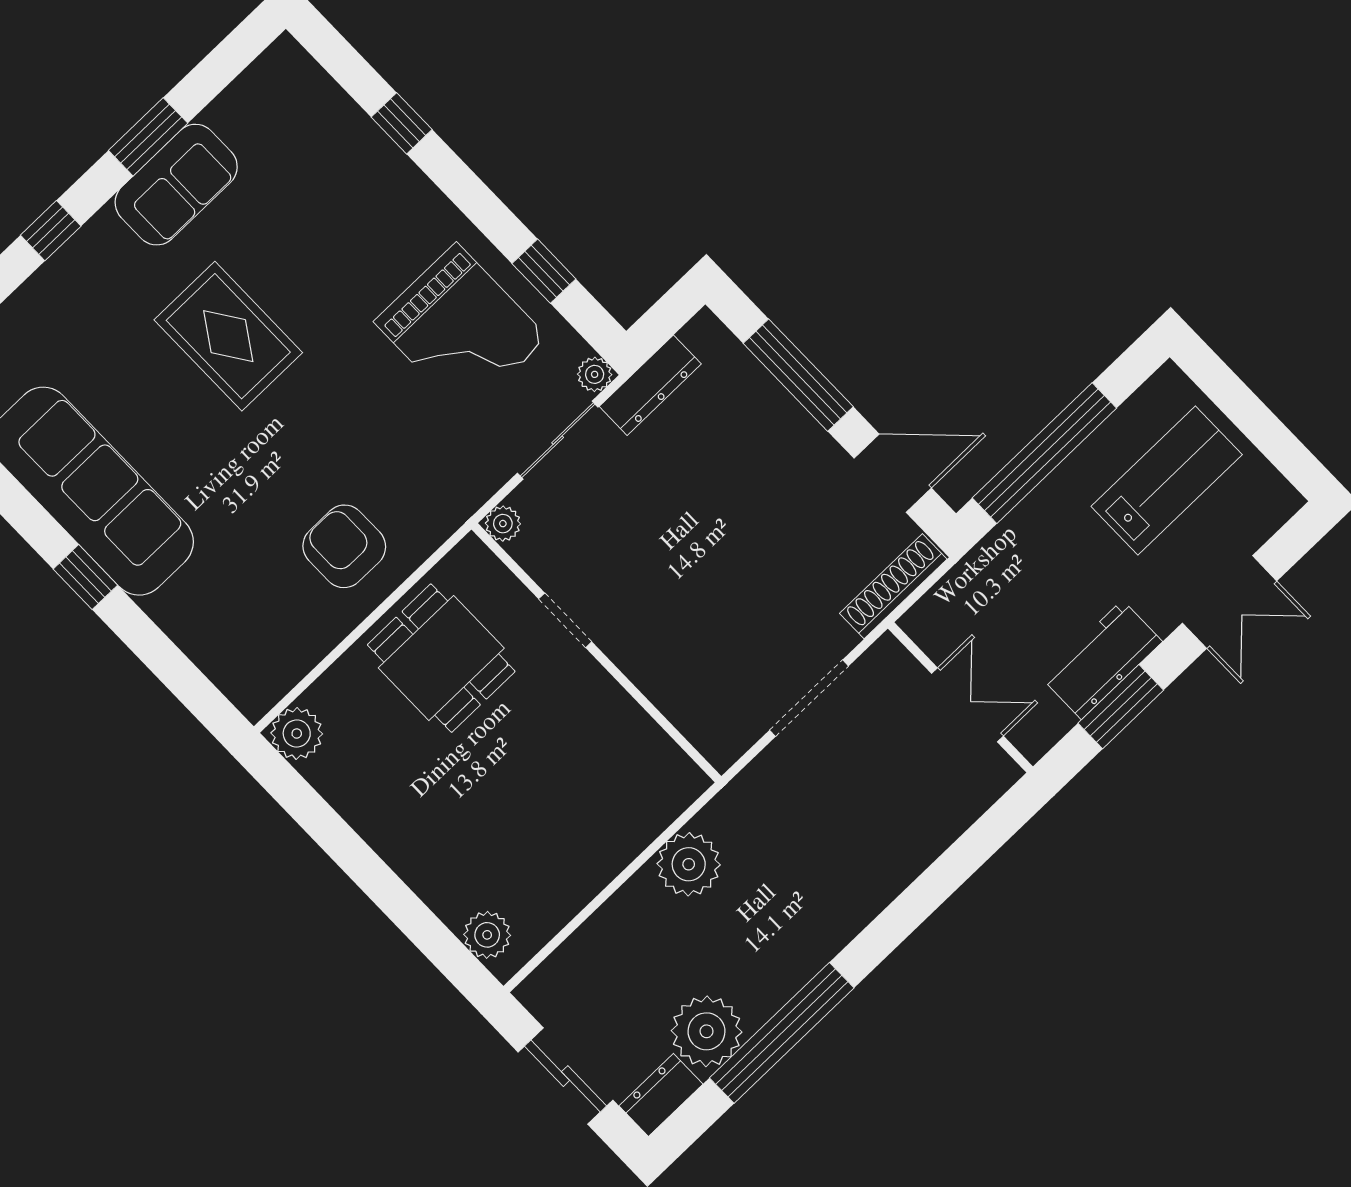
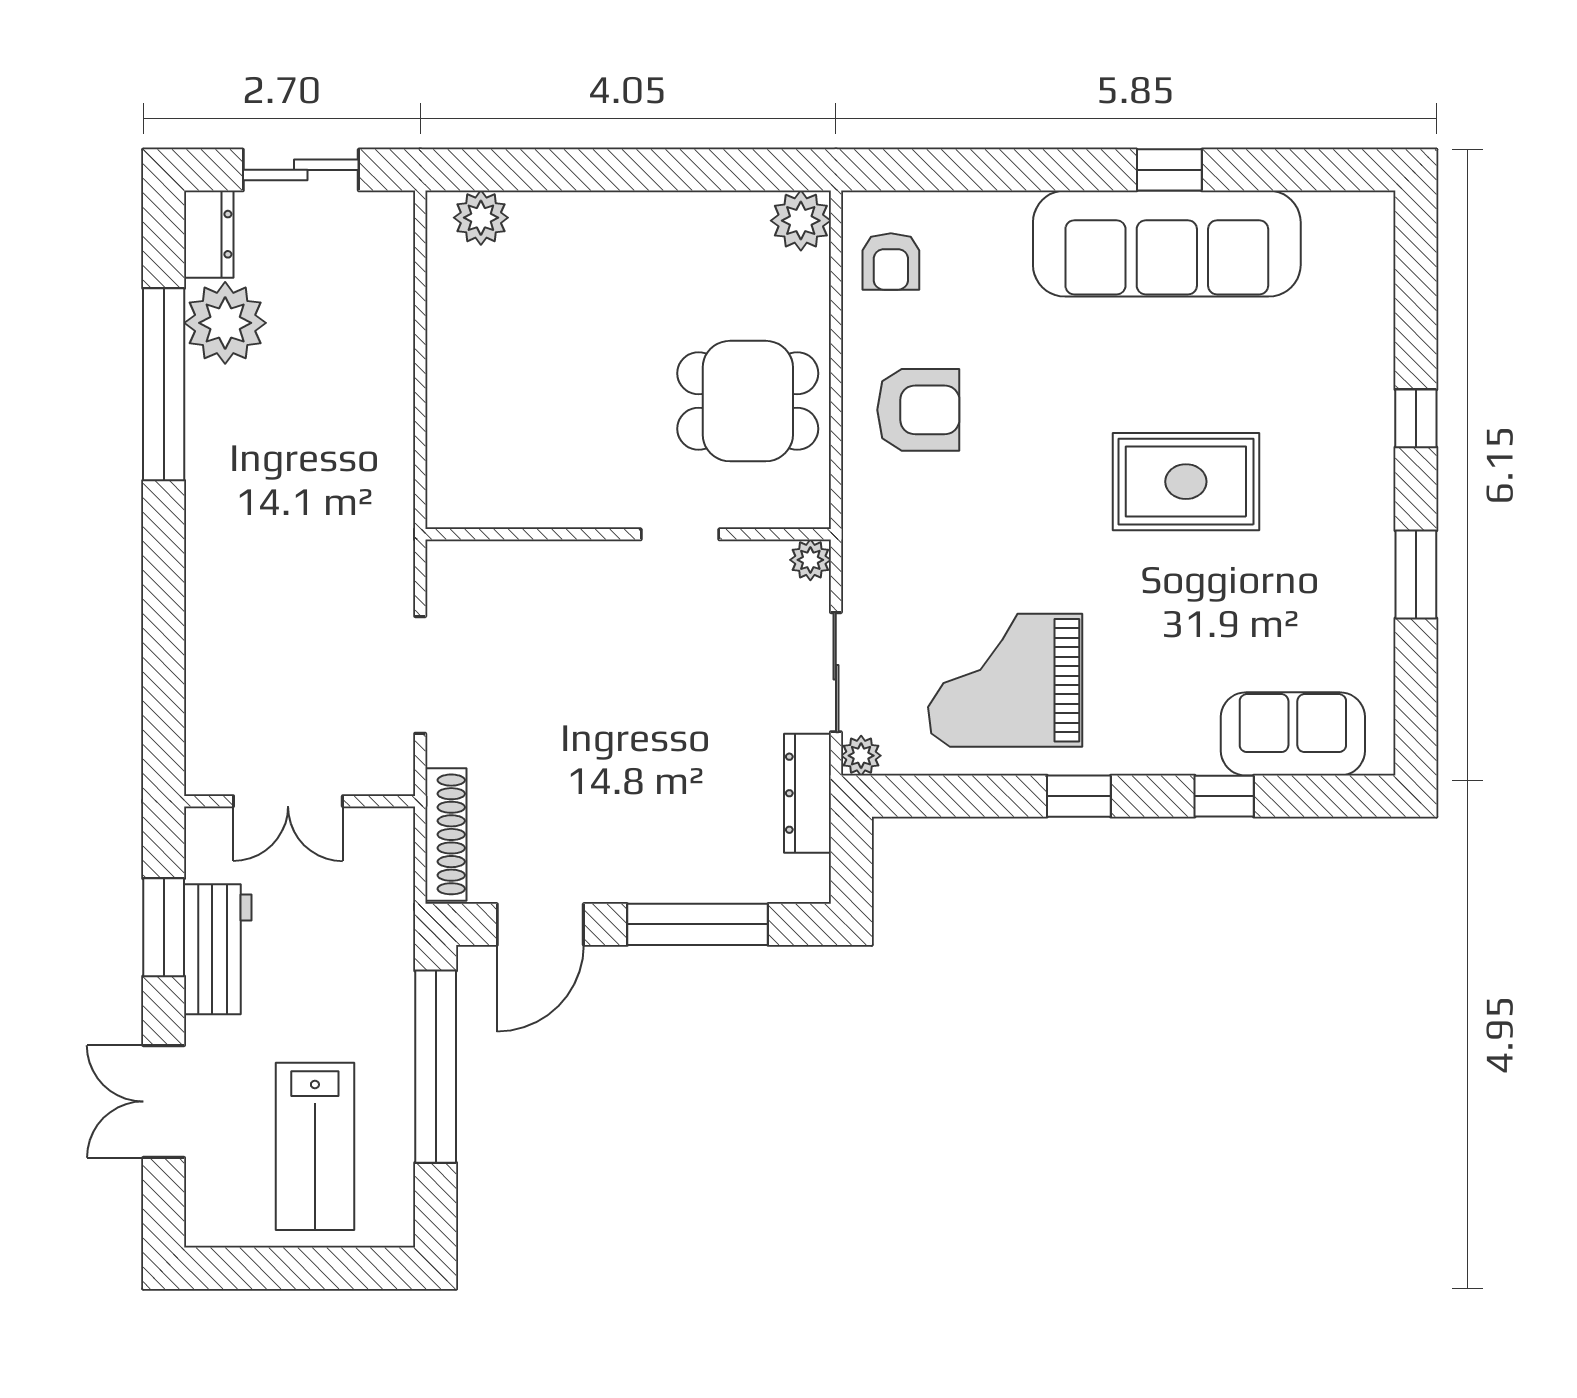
sofa: (176, 185) -> (1293, 734), moved, turned 90
window: (544, 271) -> (1079, 796), moved
window: (85, 577) -> (1169, 170), moved
armchair: (268, 653) -> (891, 261), added
plant: (689, 864) -> (378, 442), removed

